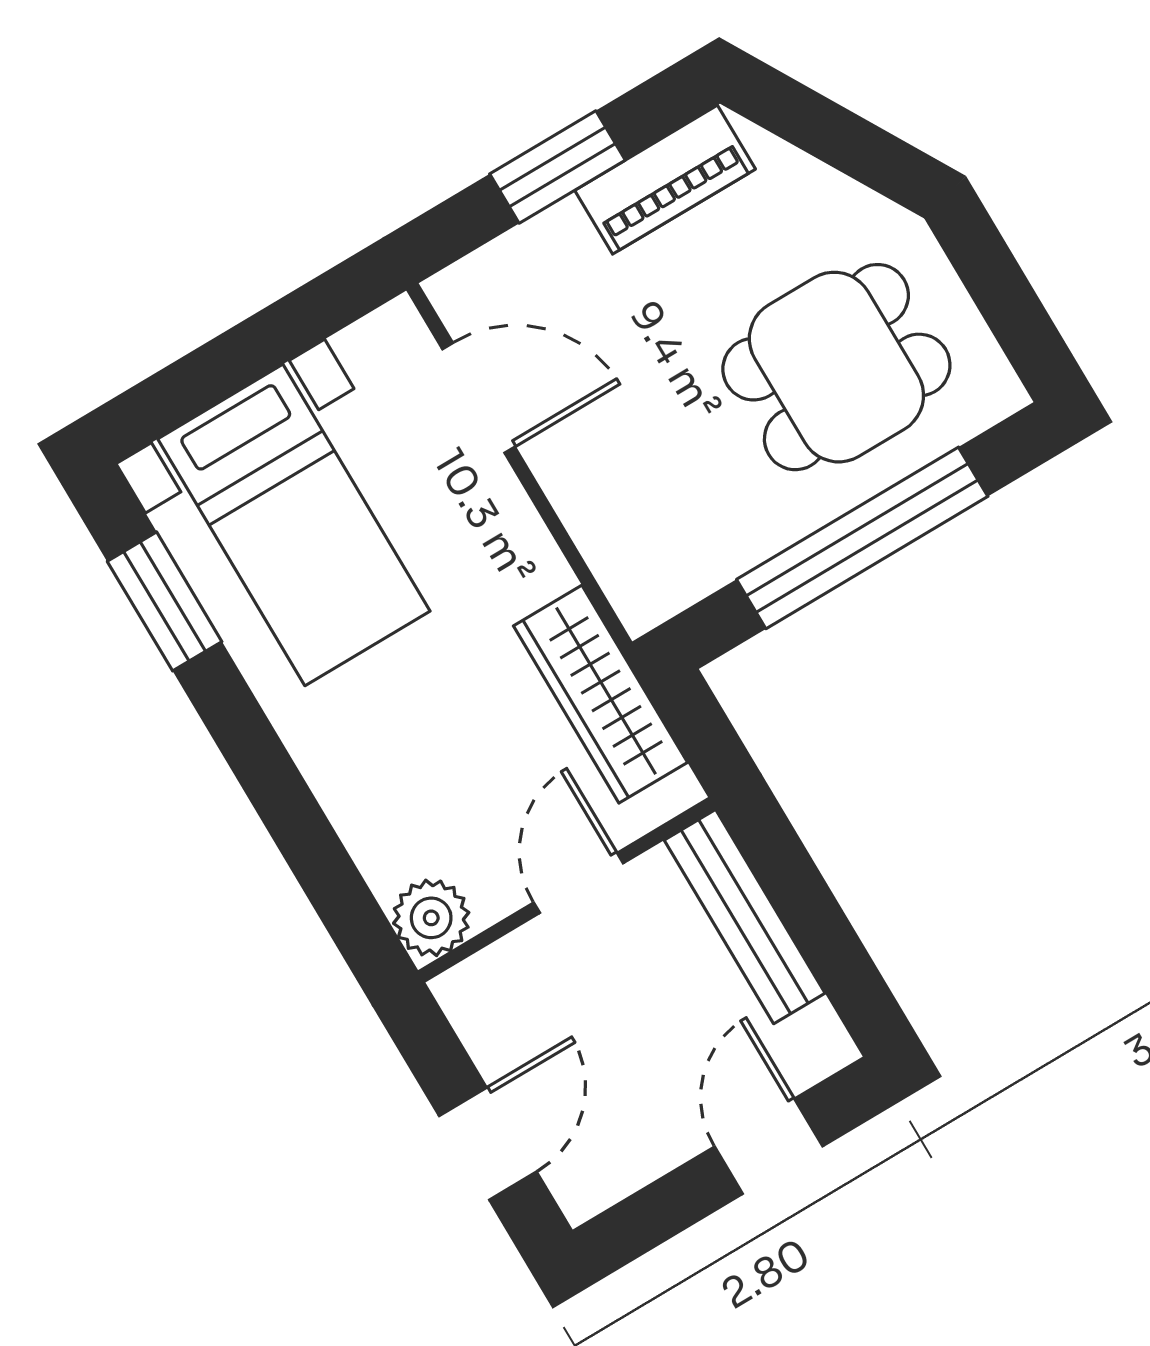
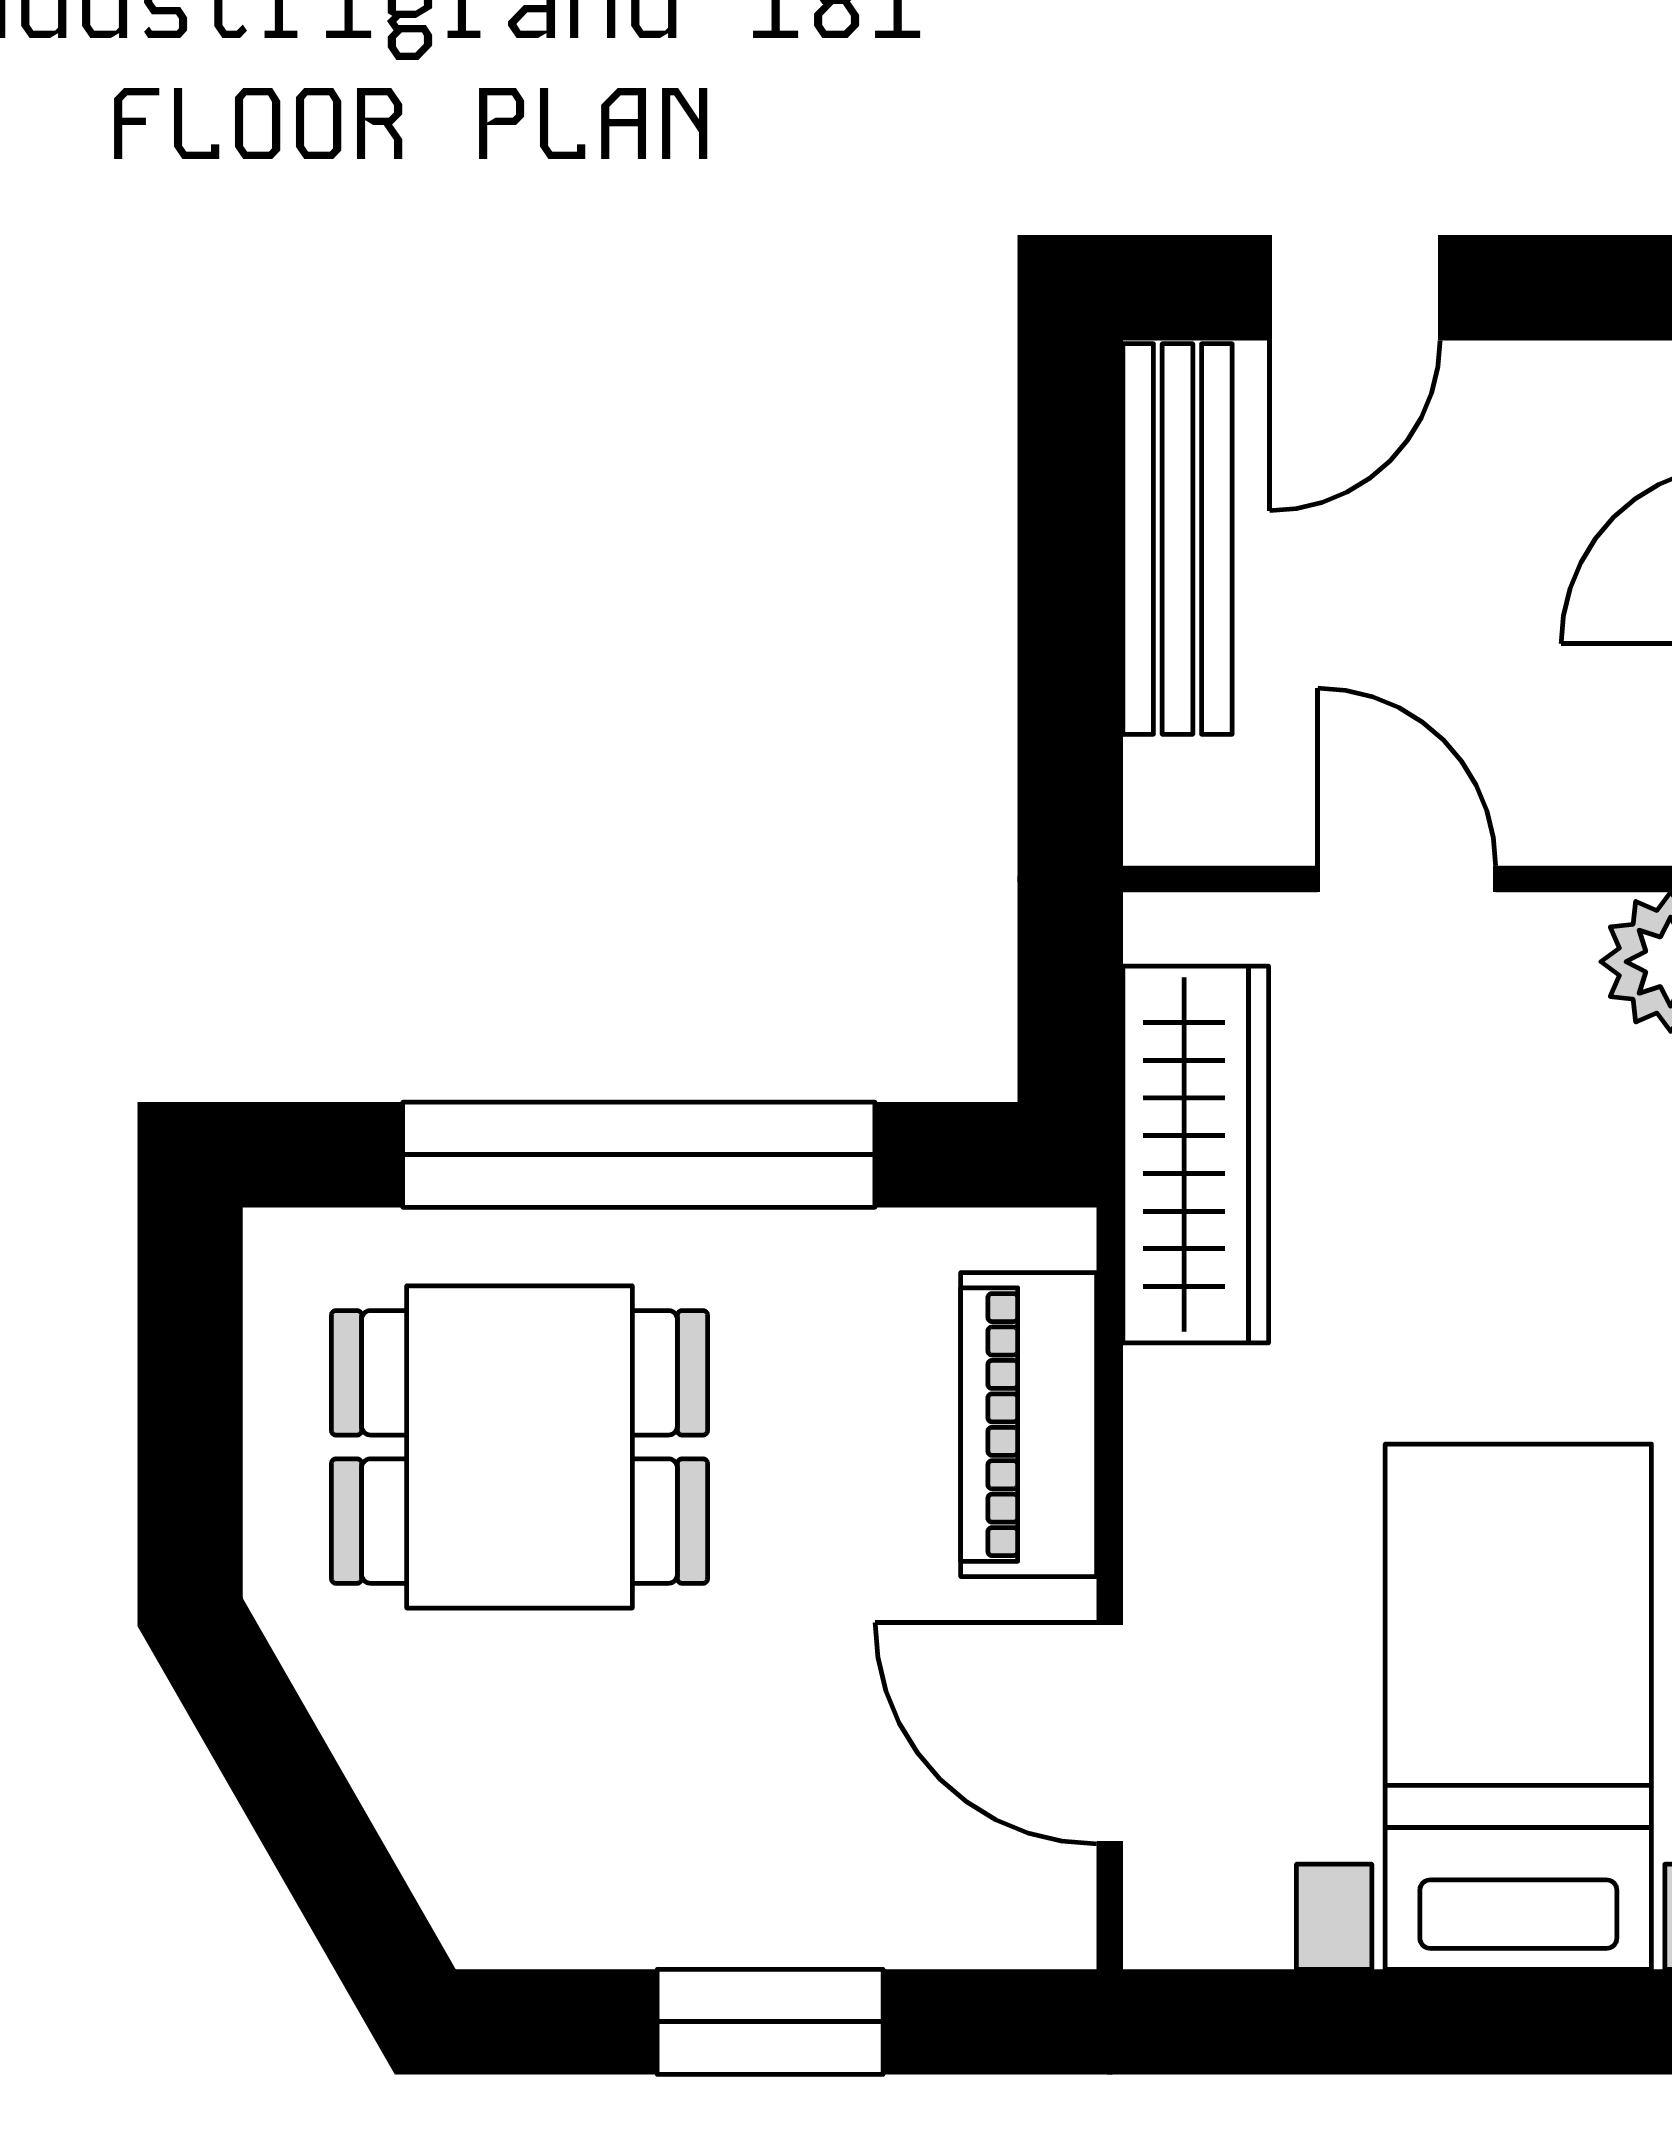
piano: (665, 180) -> (1029, 1425), moved, turned -90
door: (578, 883) -> (1407, 879), swing flipped
bench: (745, 917) -> (1177, 539), moved

